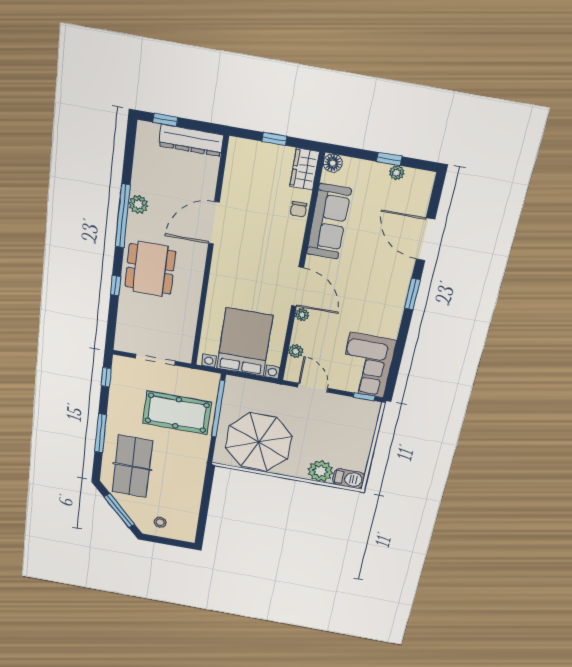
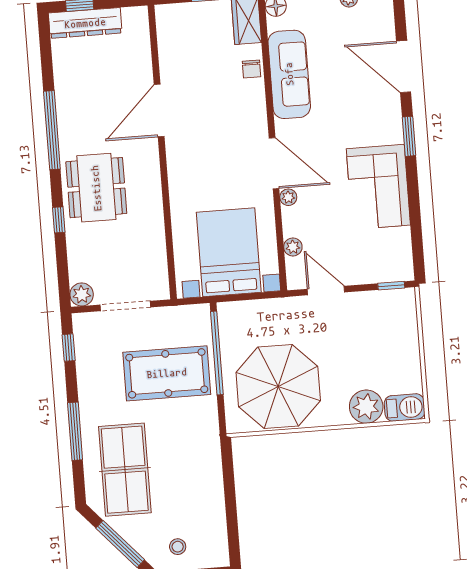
dresser: (191, 140) -> (85, 23), moved
plant: (138, 204) -> (82, 294), moved
corner sofa: (367, 365) -> (378, 187), moved

